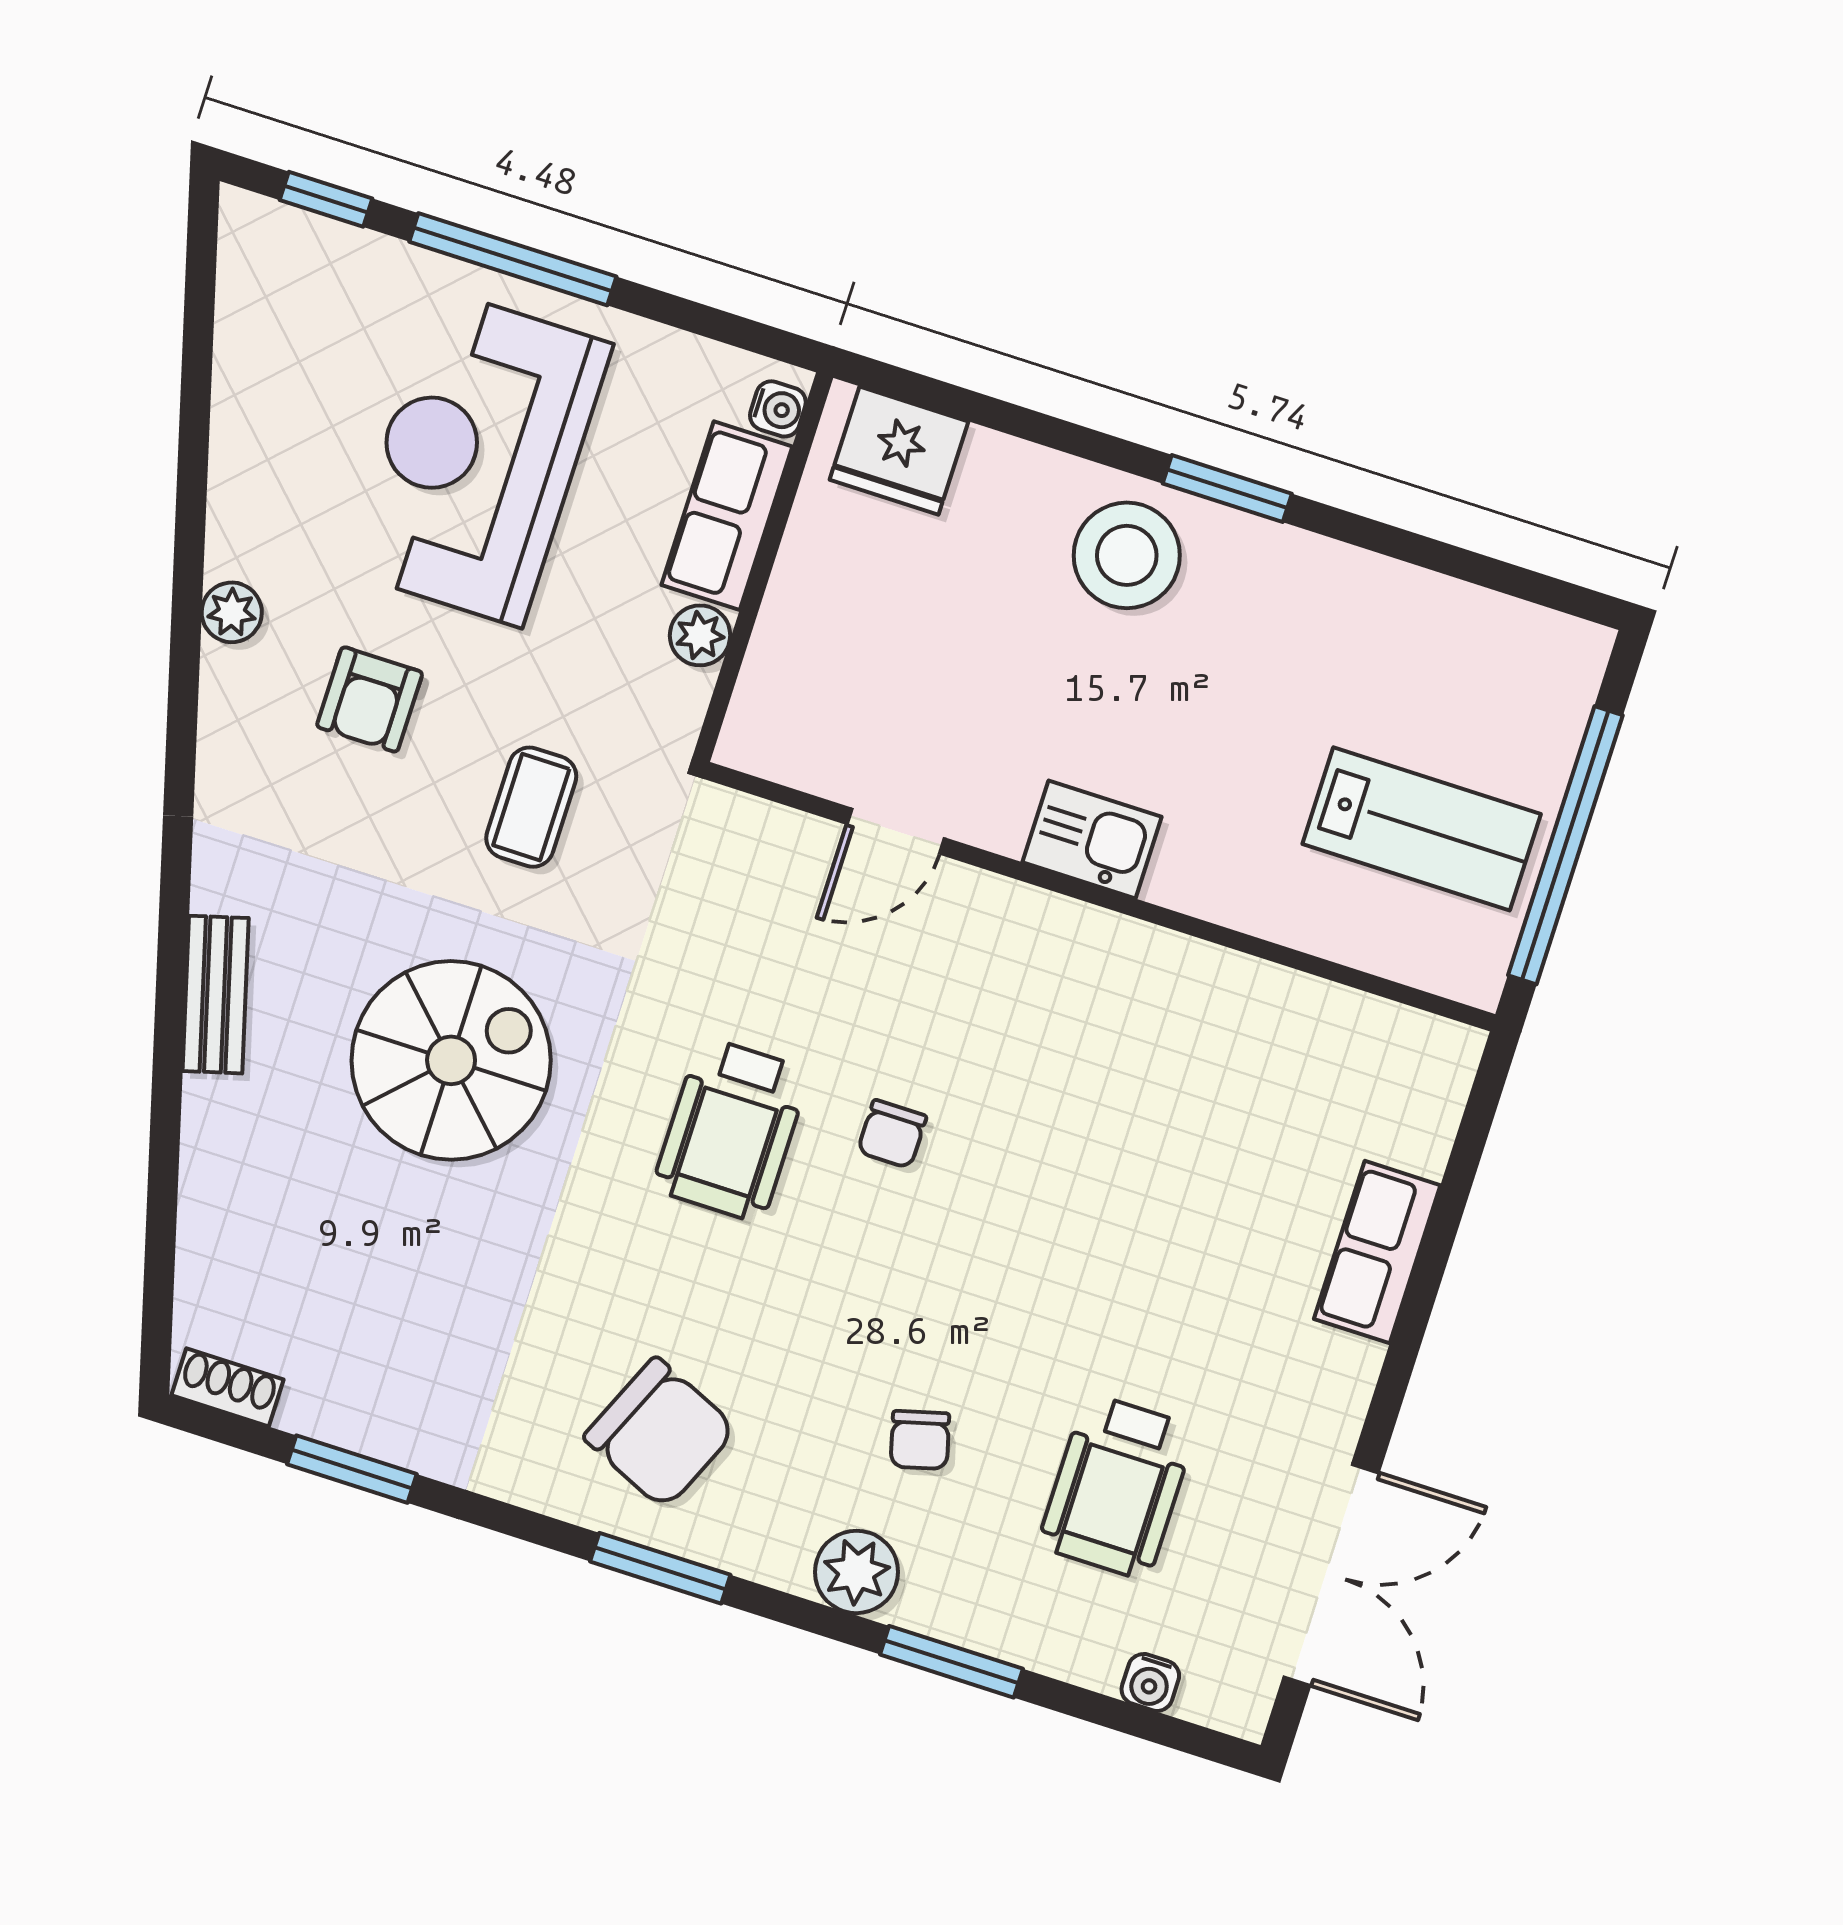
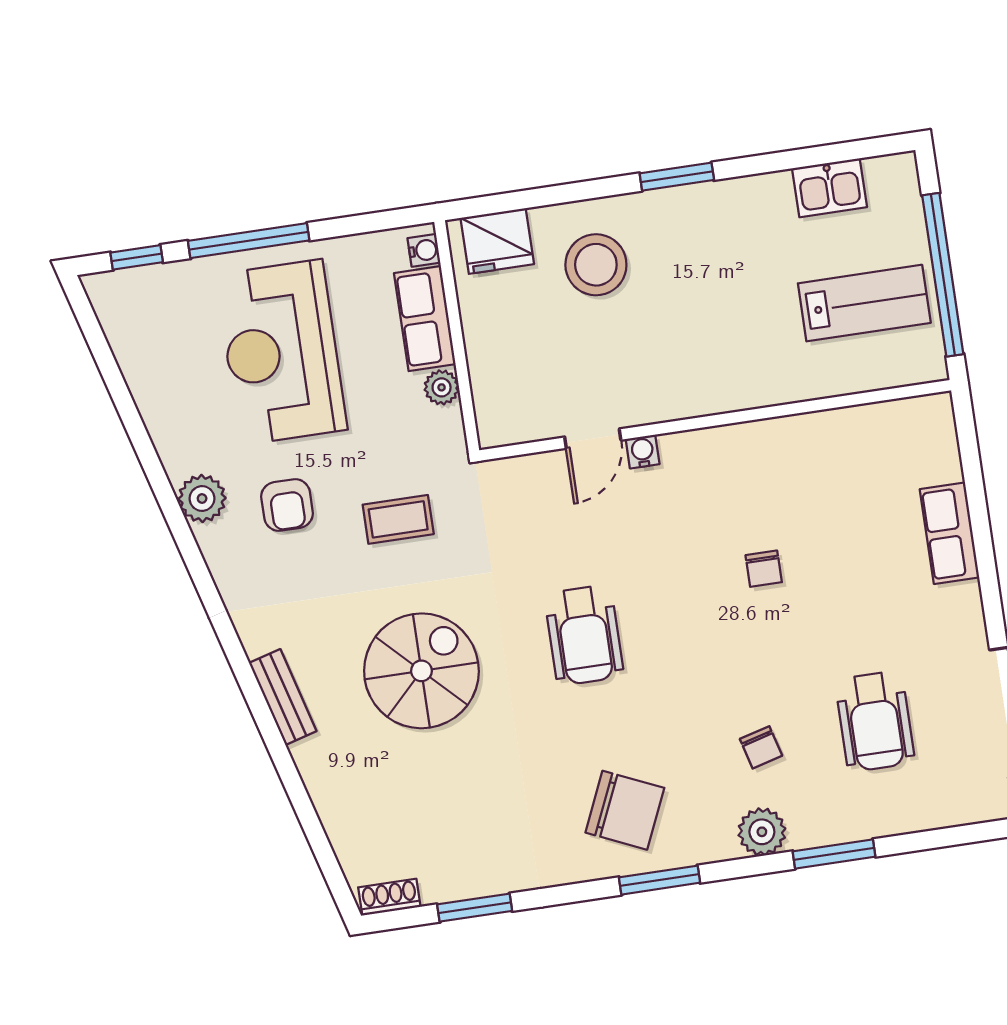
stool: (1127, 555) -> (596, 265), moved
plant: (232, 612) -> (202, 498), width x1.38, depth x1.38
coffee table: (531, 807) -> (398, 519), turned 90
kitchen sink: (1092, 840) -> (830, 188), moved, turned 180
chair: (892, 1134) -> (764, 569), moved
water cooler: (1150, 1682) -> (643, 452), moved, turned 180

